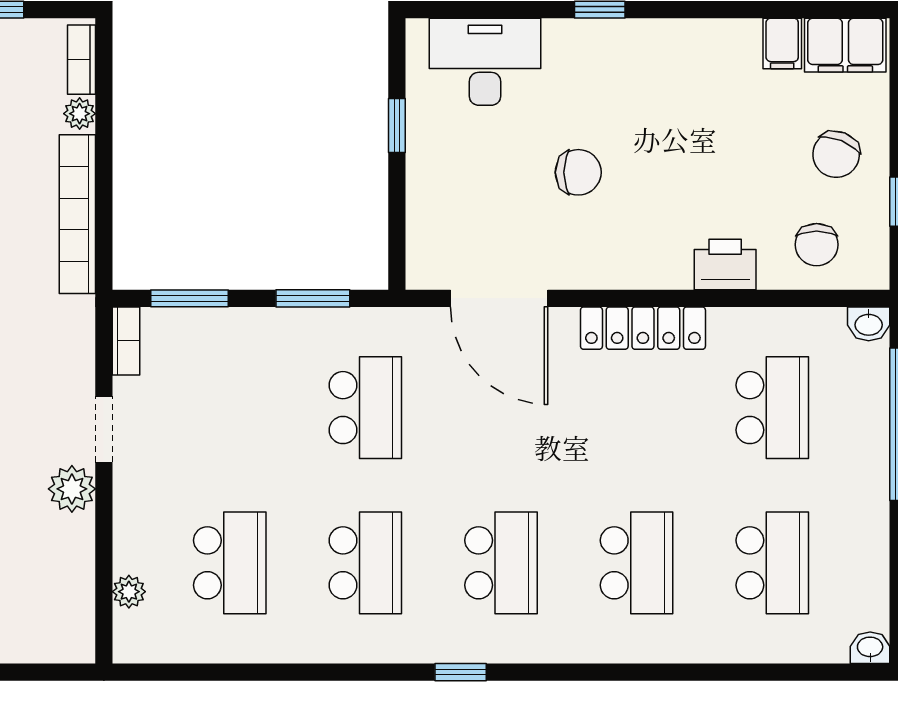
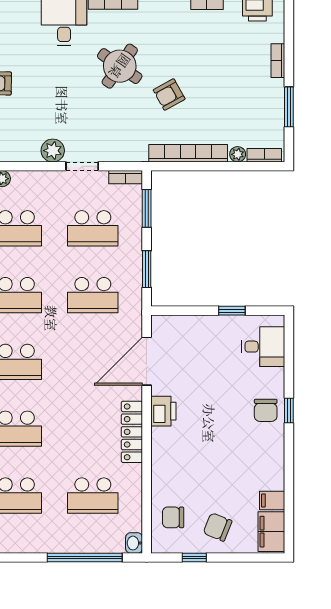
desk: (485, 62) -> (263, 347), width x0.73
chair: (578, 172) -> (266, 410), moved
printer: (725, 264) -> (163, 411), moved
school desk: (230, 408) -> (93, 228), added

